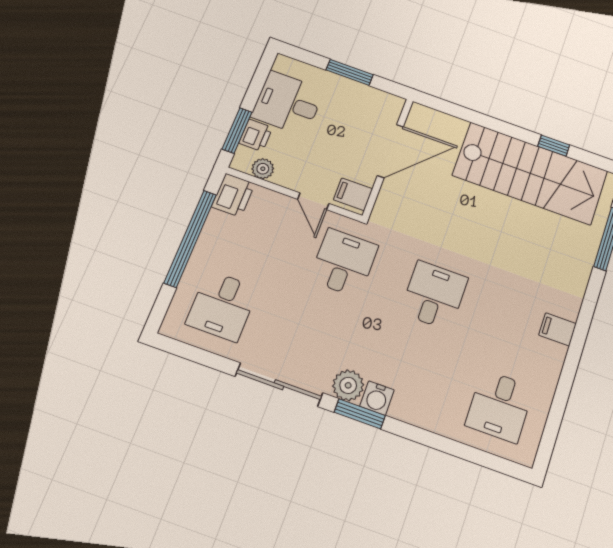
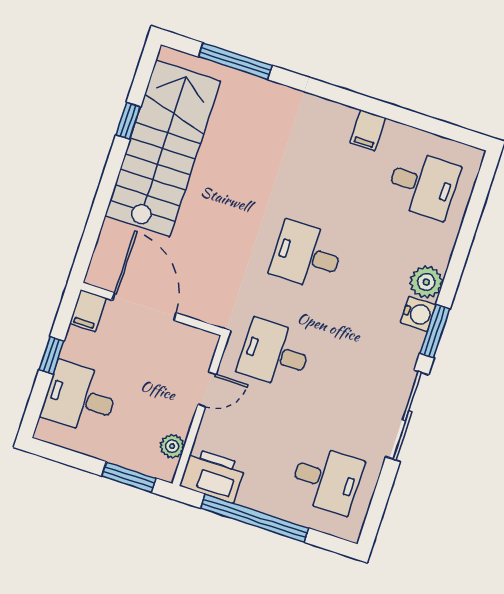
window: (350, 72) -> (51, 355), width x0.67
desk: (288, 103) -> (80, 398), moved, turned 90
printer: (256, 135) -> (133, 456), removed
filing cabinet: (353, 194) -> (88, 311), moved
printer: (233, 195) -> (212, 475), width x1.37, depth x1.19
filing cabinet: (558, 329) -> (368, 130), moved
plant: (348, 385) -> (426, 282), moved

